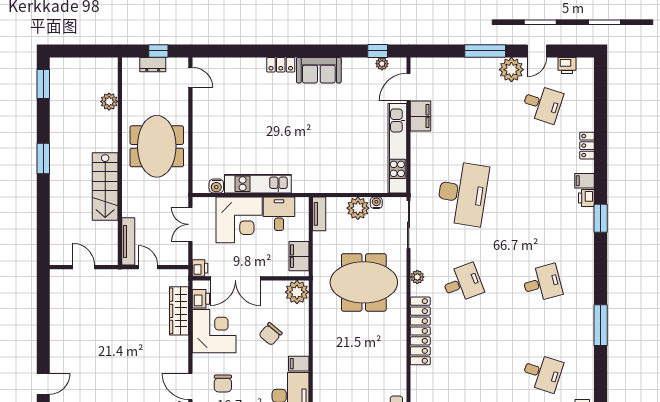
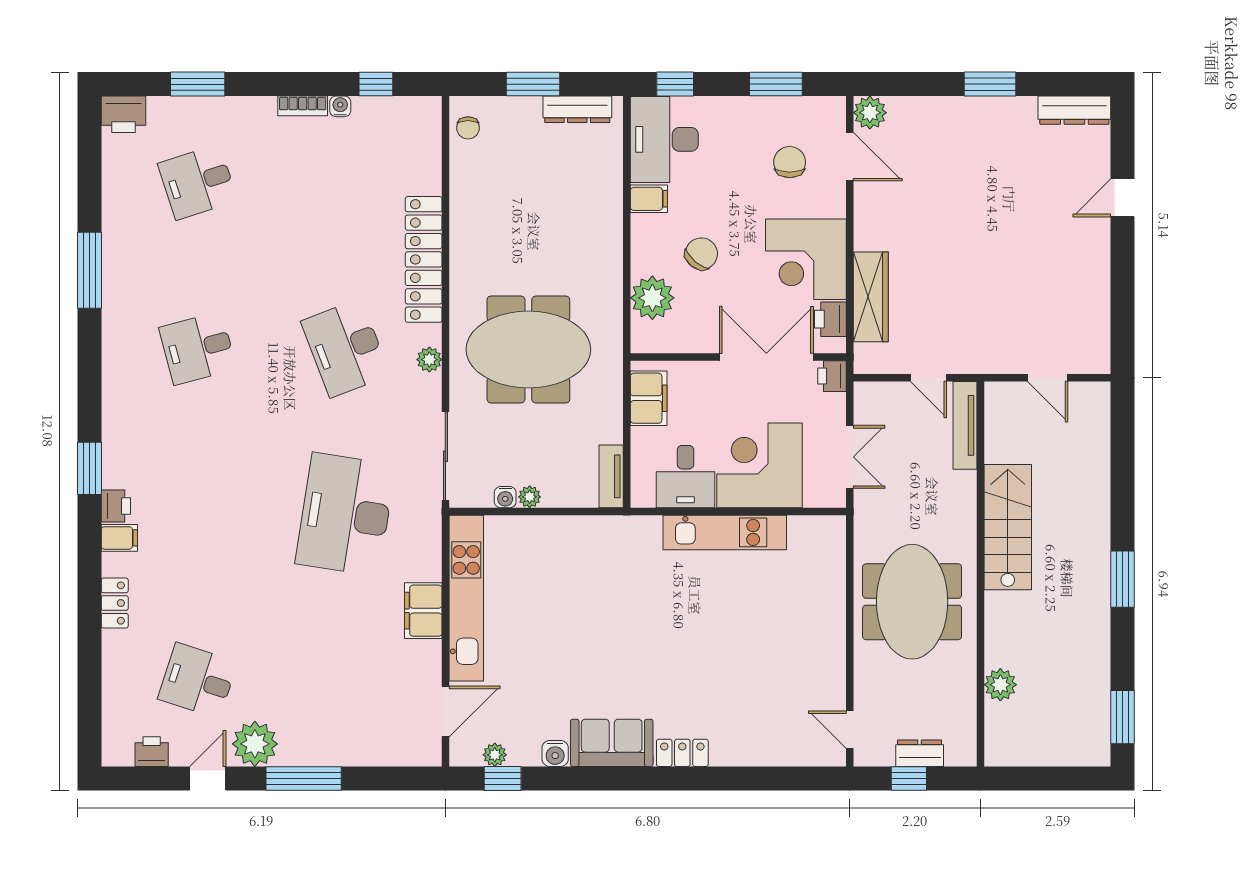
filing cabinet: (421, 116) -> (423, 611), moved
water cooler: (216, 186) -> (555, 753), moved, turned 180
plant: (358, 208) -> (530, 497), width x0.53, depth x0.53
desk: (462, 283) -> (346, 348), width x1.37
plant: (297, 292) -> (652, 298), moved
desk: (542, 373) -> (198, 182), turned -36
door: (43, 384) -> (1123, 198), moved

